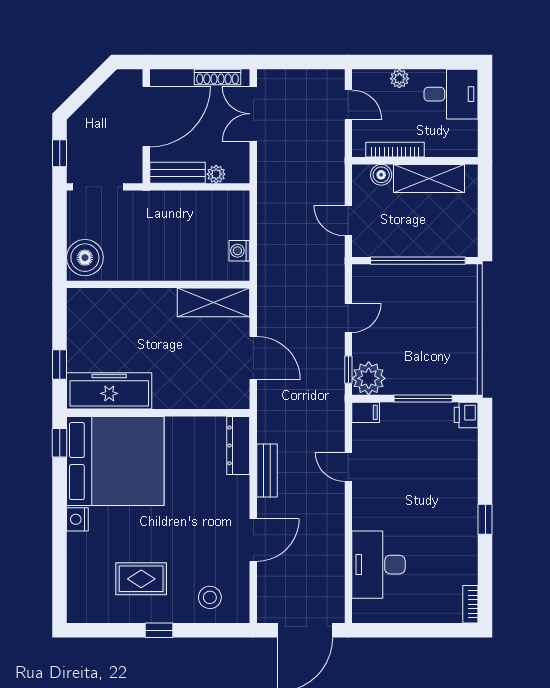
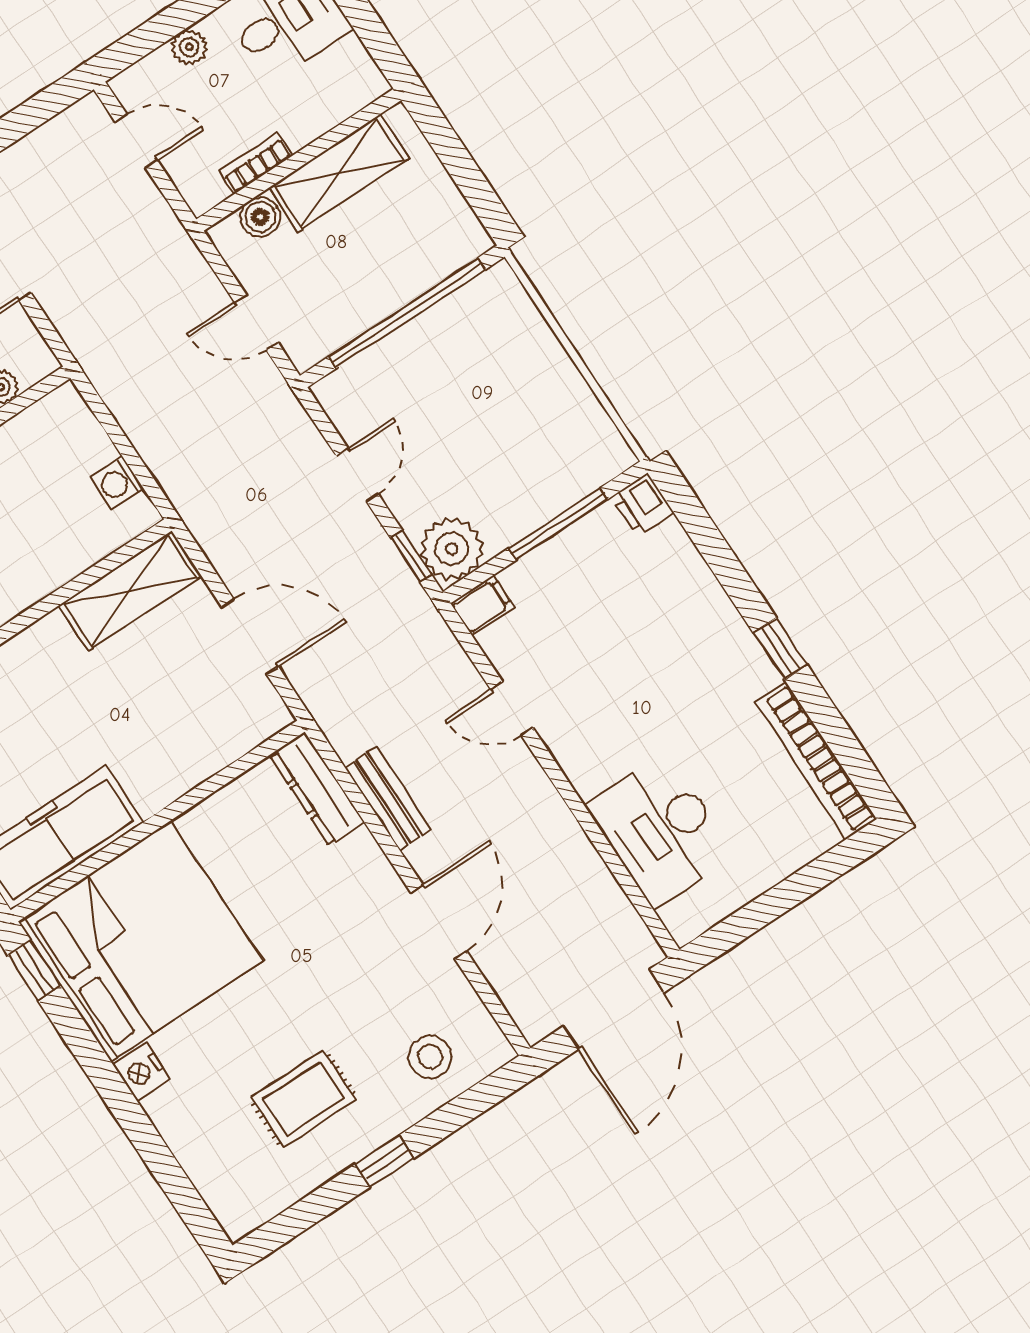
bookcase: (395, 150) -> (256, 163), width x0.64
bookcase: (470, 604) -> (816, 761), width x2.31, depth x1.31

